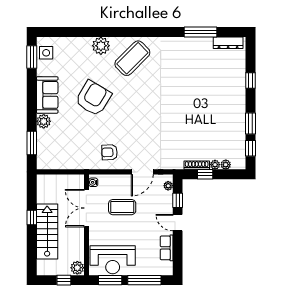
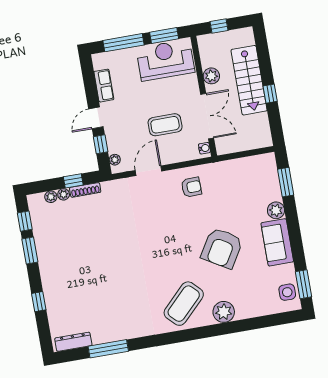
door: (178, 223) -> (96, 118), swing flipped
plant: (77, 268) -> (211, 76), moved

